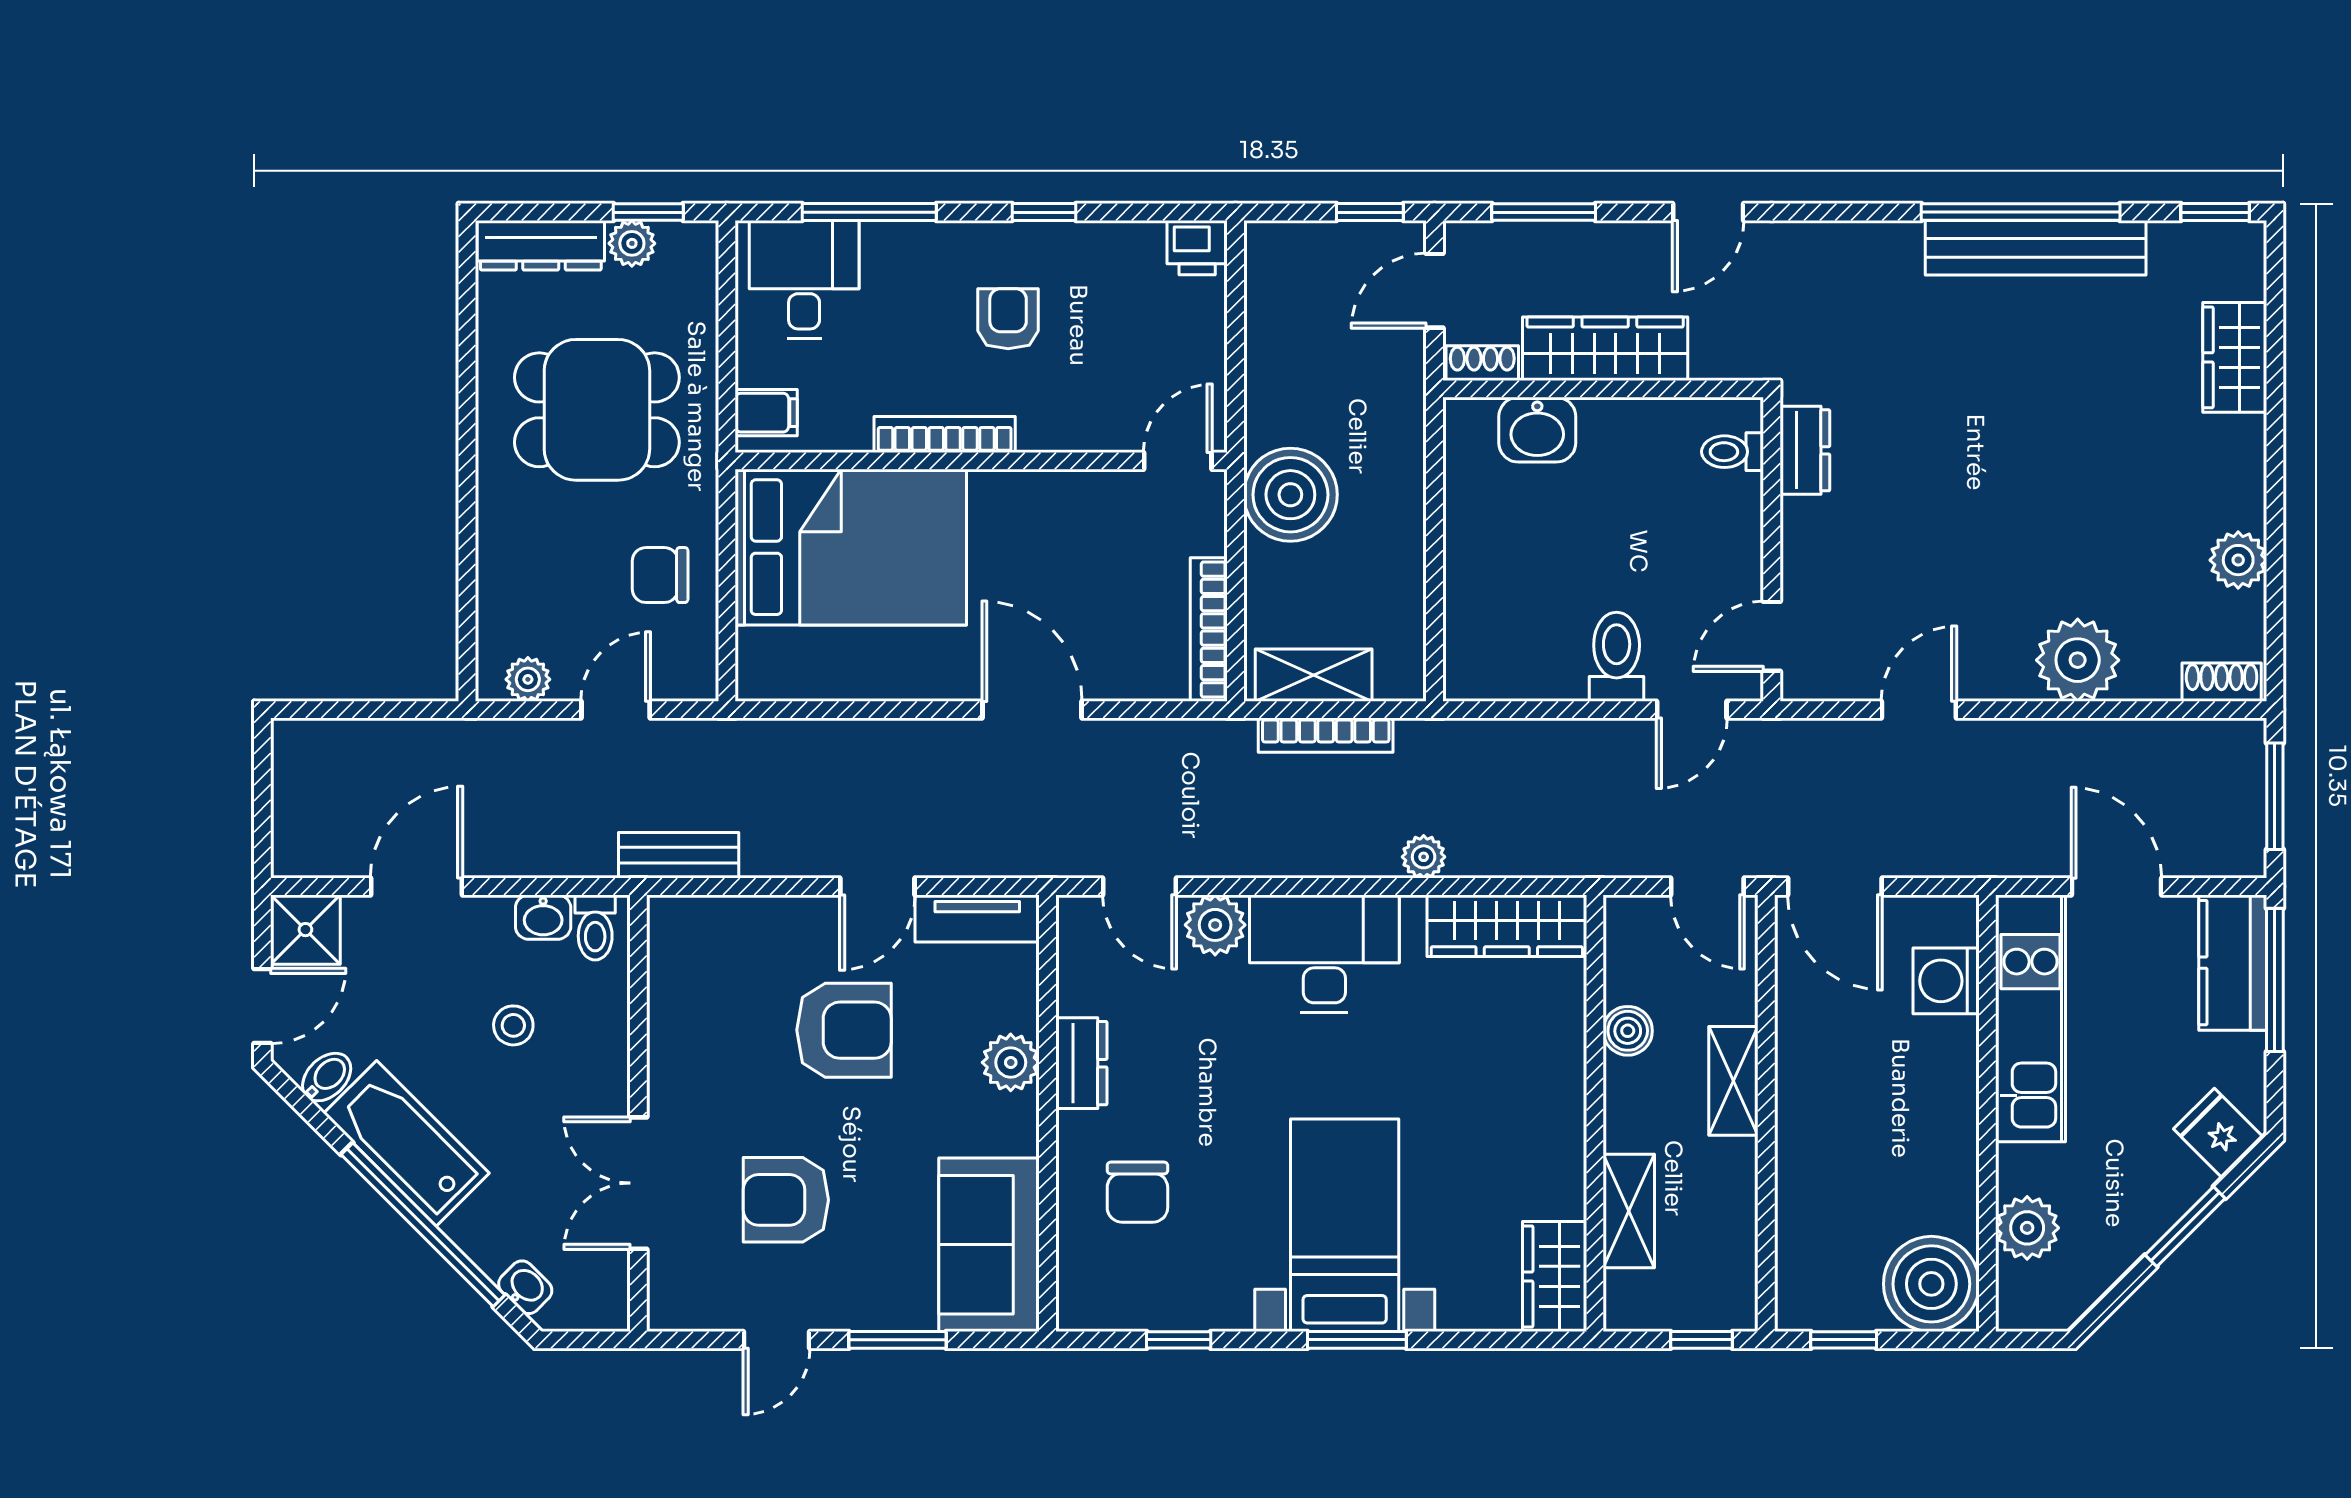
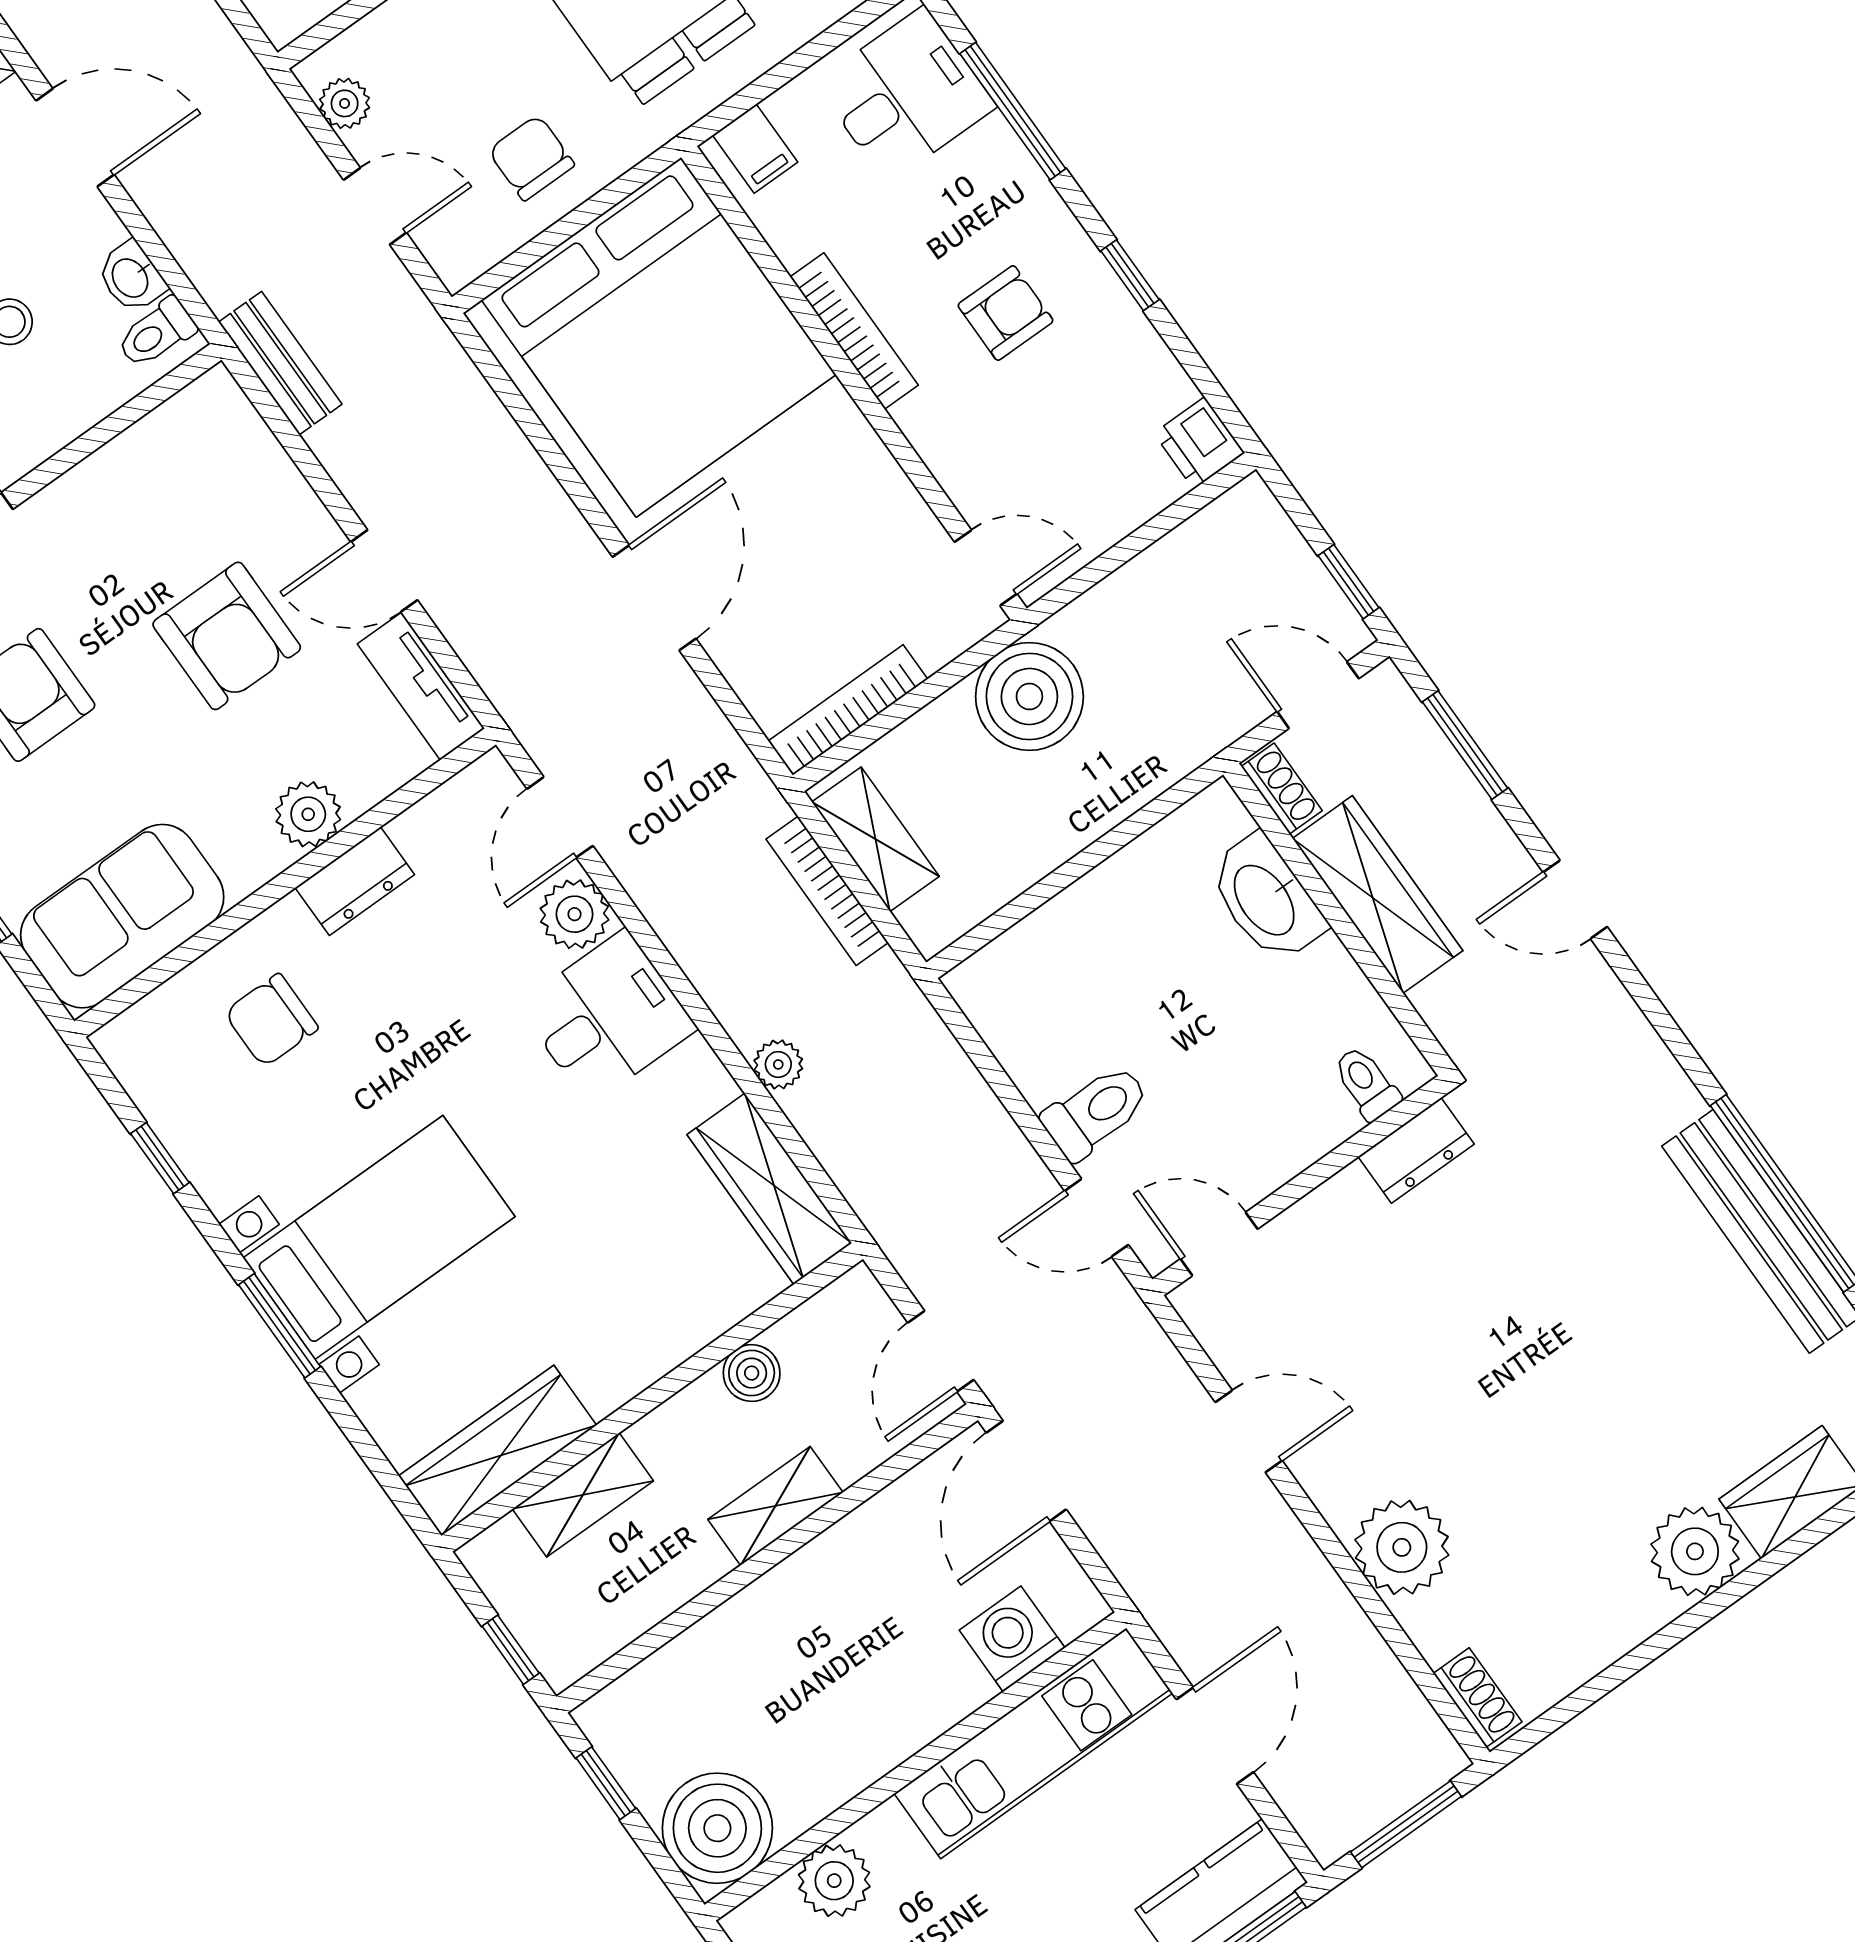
washbasin: (1537, 430) -> (1266, 899), width x1.38
bed: (851, 547) -> (659, 337), width x1.36
plant: (2238, 560) -> (1695, 1551), moved, width x1.36, depth x1.36
desk: (1324, 954) -> (607, 1017), width x0.73
wardrobe: (1555, 1276) -> (498, 1451), width x1.50

